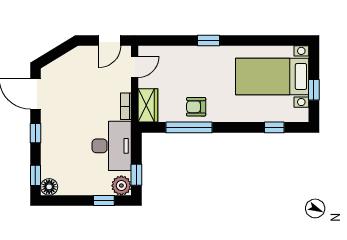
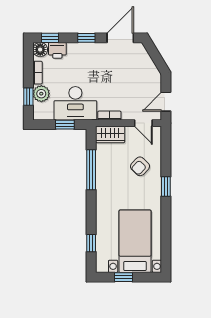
door: (110, 40) -> (166, 102), hinge flipped
armchair: (196, 107) -> (140, 166), moved, turned -136
printer: (50, 167) -> (57, 50), added
window: (136, 175) -> (65, 125), moved
plant: (121, 186) -> (41, 94), moved
bookcase: (76, 190) -> (37, 73), added

